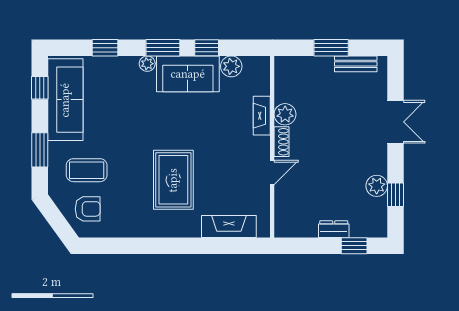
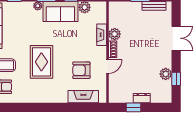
armchair: (225, 179) -> (81, 70), added
rug: (173, 180) -> (41, 62), moved
window: (354, 246) -> (134, 107), moved

